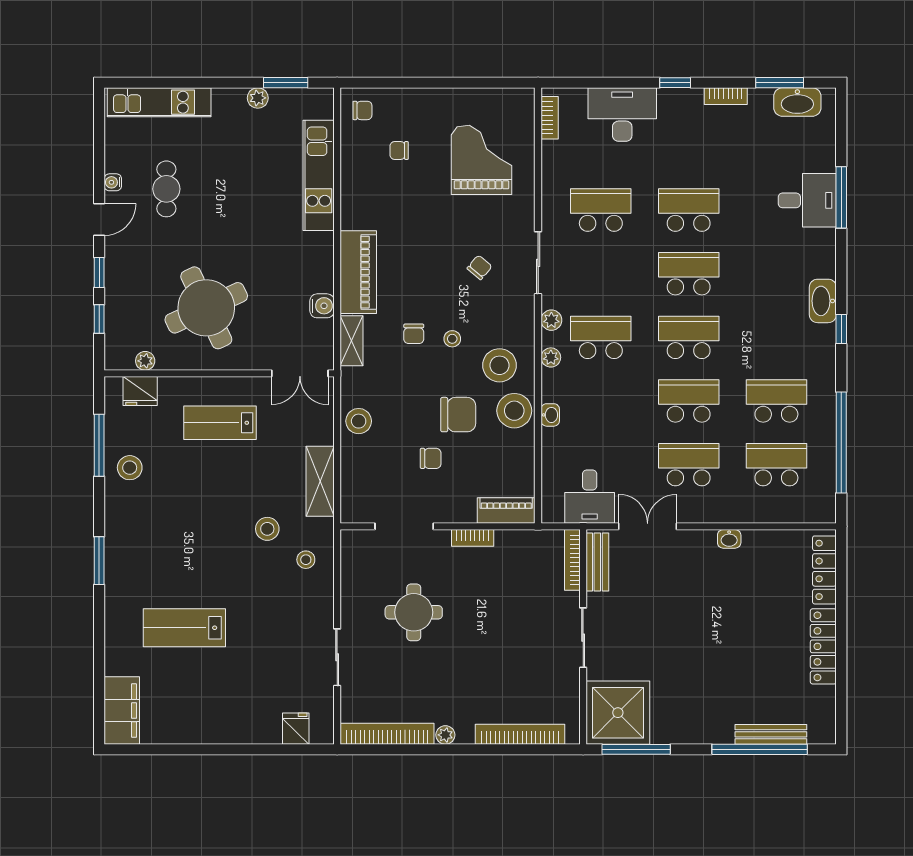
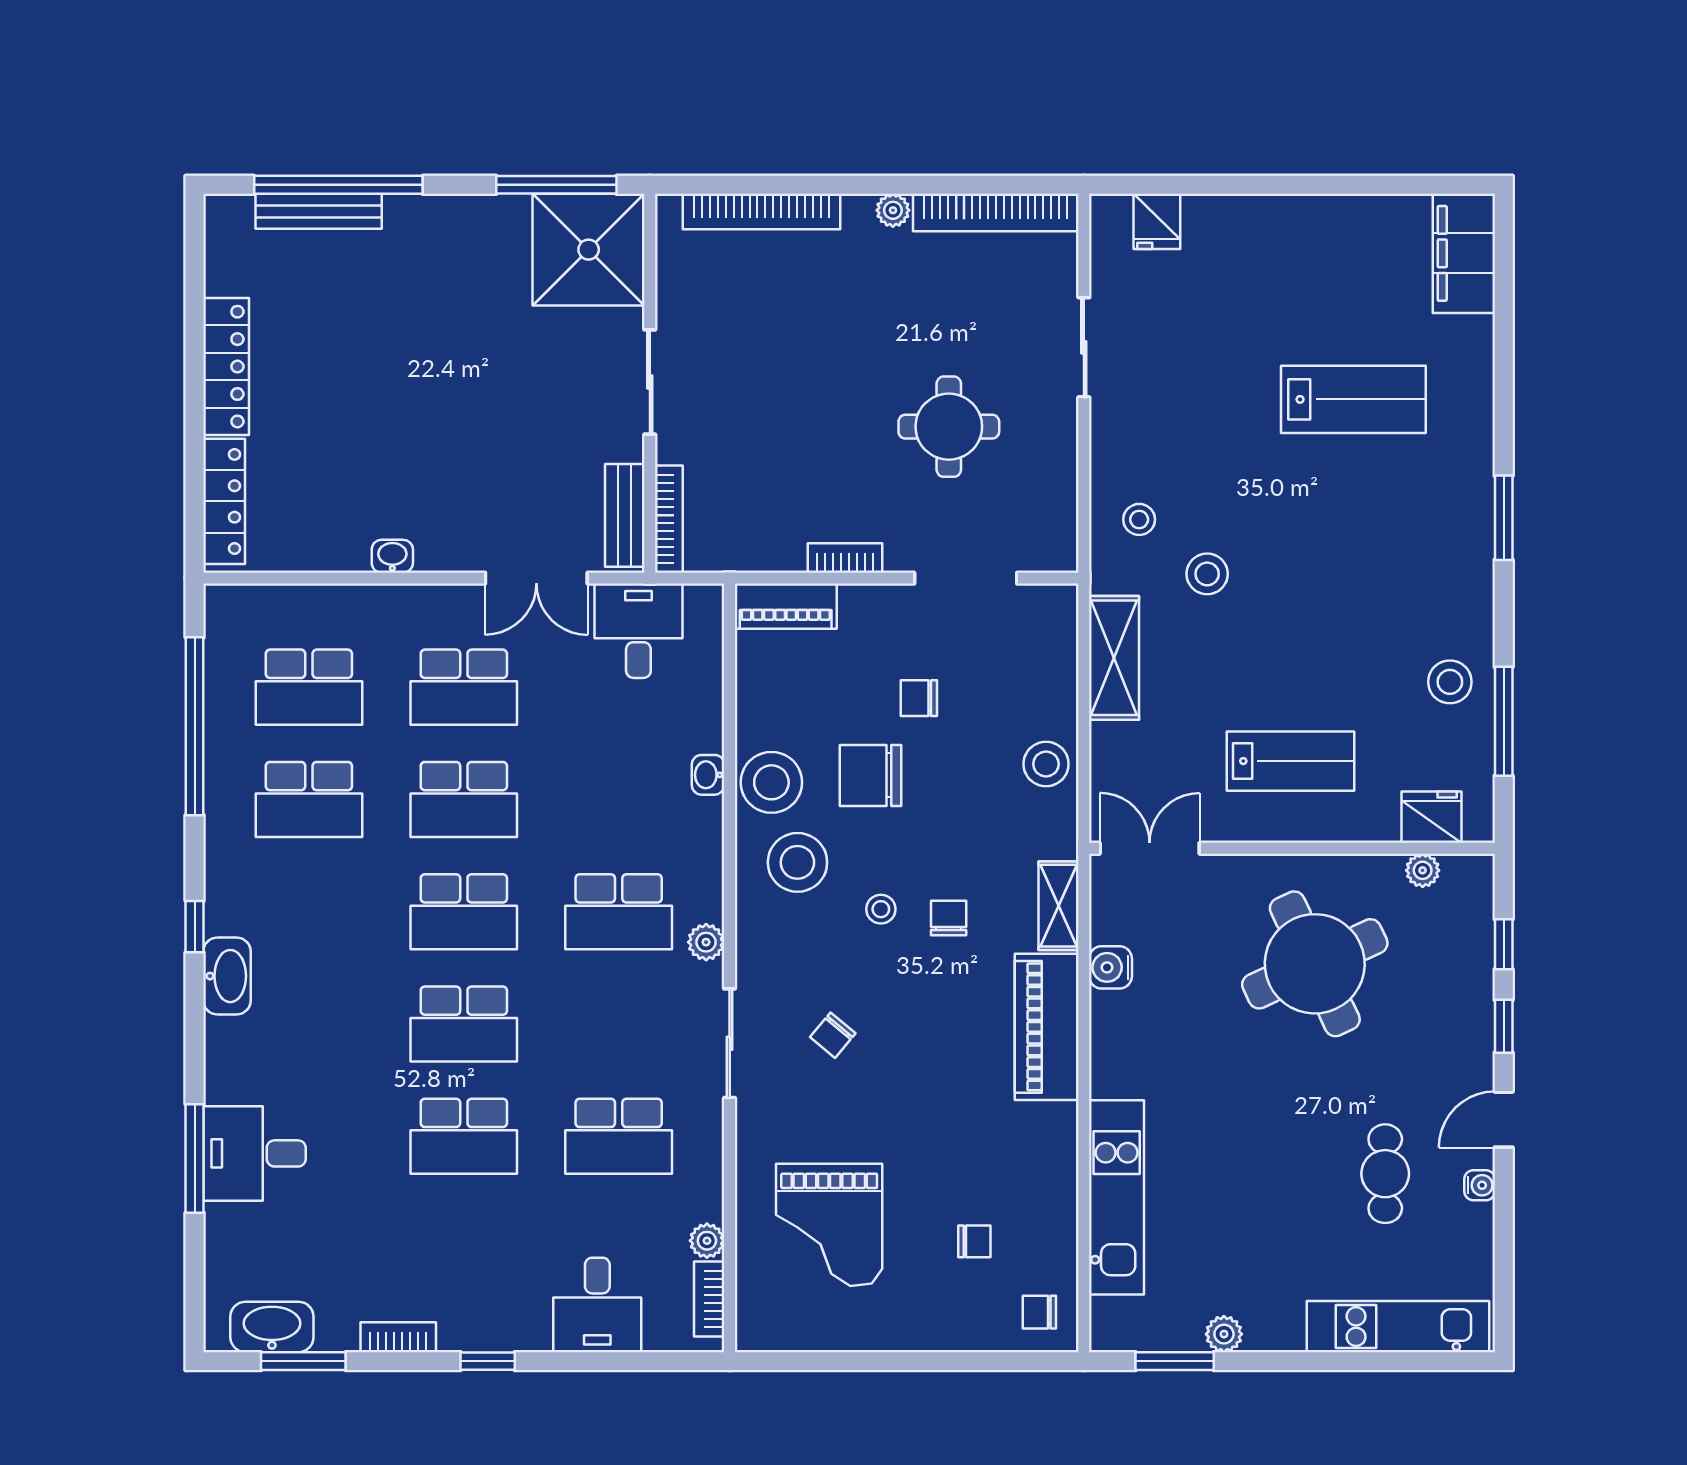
desk: (622, 114) -> (597, 1305), width x0.73
plant: (551, 357) -> (707, 1241), moved

